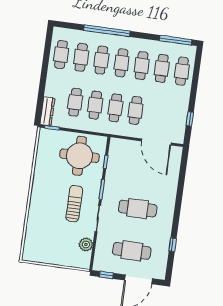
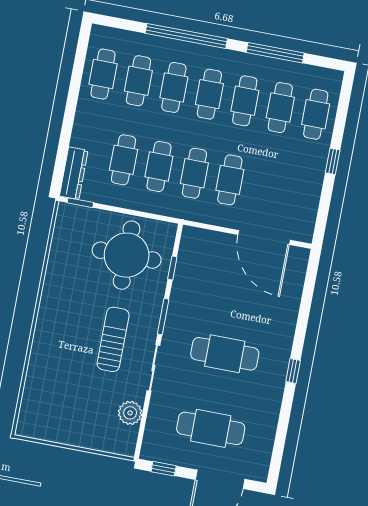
window: (176, 40) -> (275, 53), moved
window: (190, 119) -> (333, 161), moved
window: (173, 245) -> (293, 371), moved

